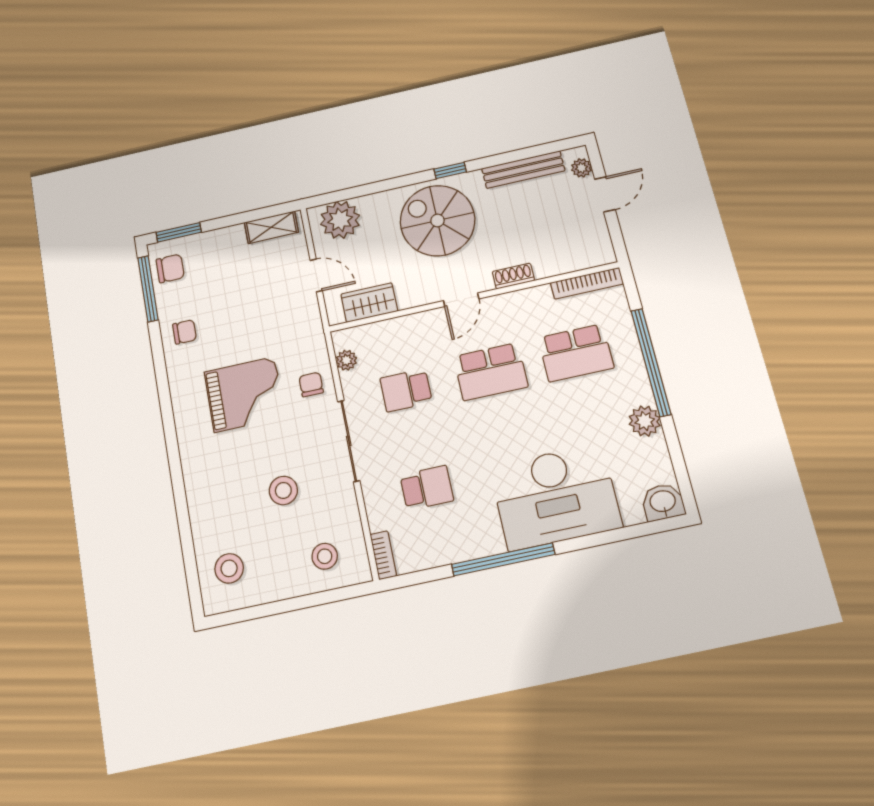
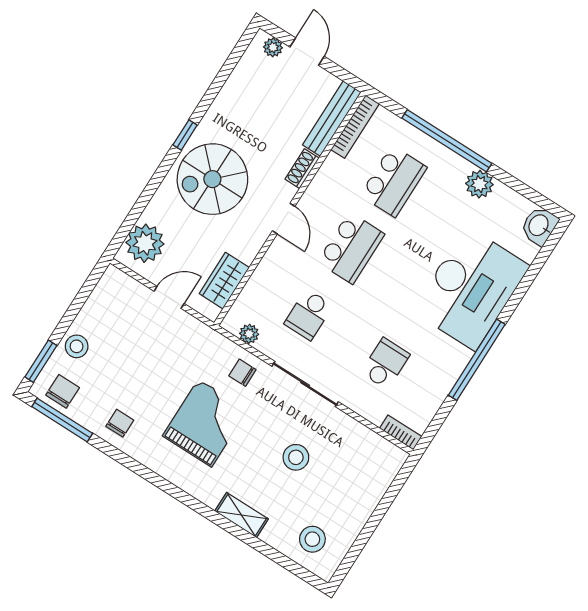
bench: (523, 170) -> (332, 119), moved
shelving: (271, 227) -> (242, 515), moved, turned 90
stool: (325, 556) -> (77, 346), moved

